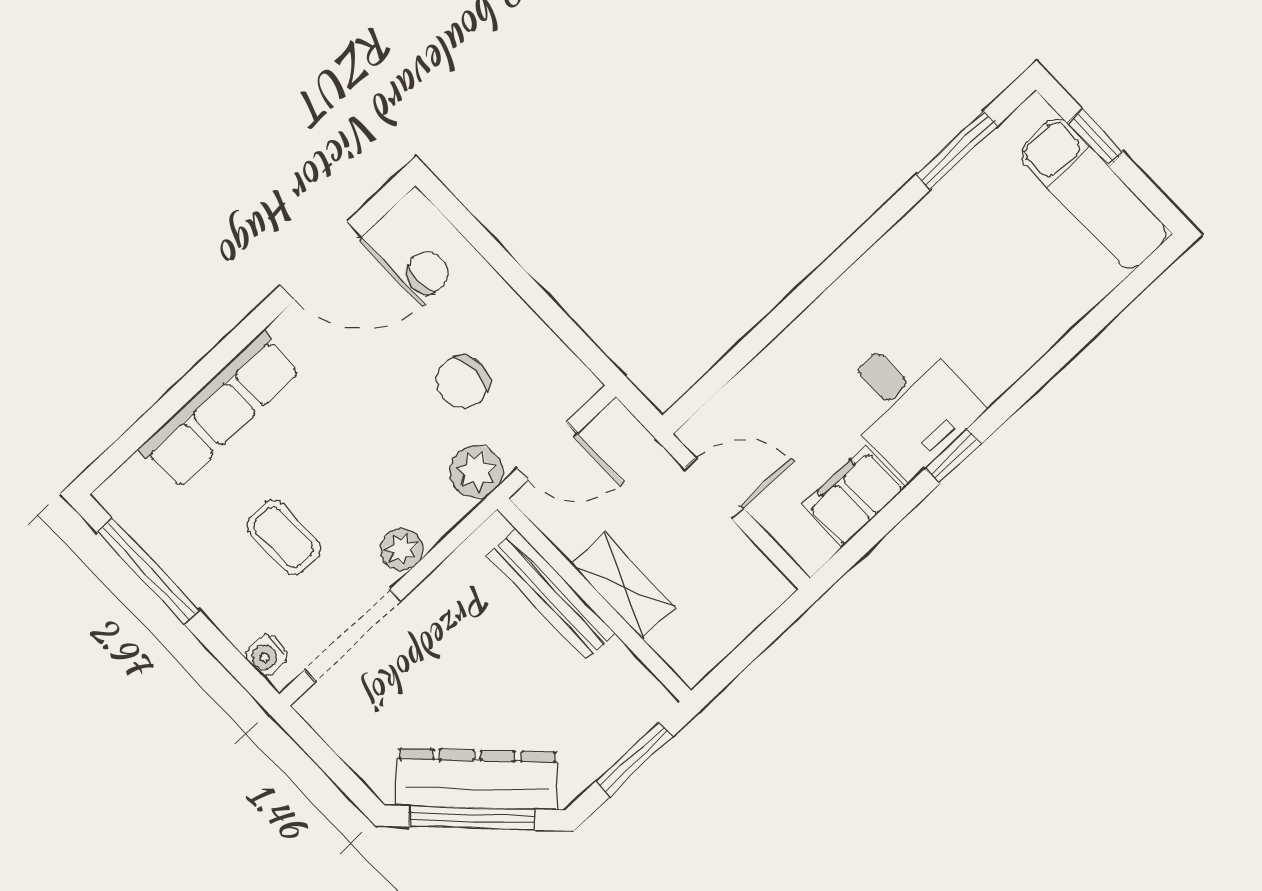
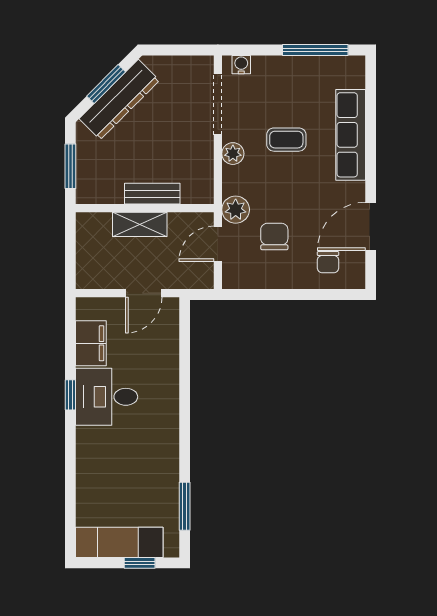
coffee table: (284, 537) -> (286, 140), moved
bench: (551, 595) -> (152, 194), width x0.73
window: (472, 818) -> (106, 84), width x0.69

